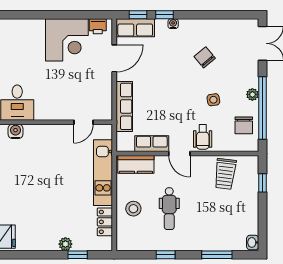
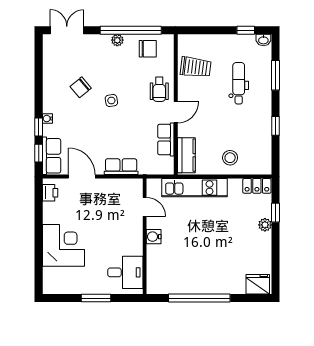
corner desk: (67, 40) -> (63, 245), moved
side table: (213, 100) -> (111, 101), moved
row of seats: (124, 106) -> (121, 167), width x0.68
water cooler: (16, 131) -> (154, 237), moved
wheelchair: (203, 137) -> (159, 89), turned 90
window: (263, 183) -> (246, 30), moved
dental chair: (169, 209) -> (239, 83), moved, turned -90
locker: (105, 222) -> (257, 186), moved

